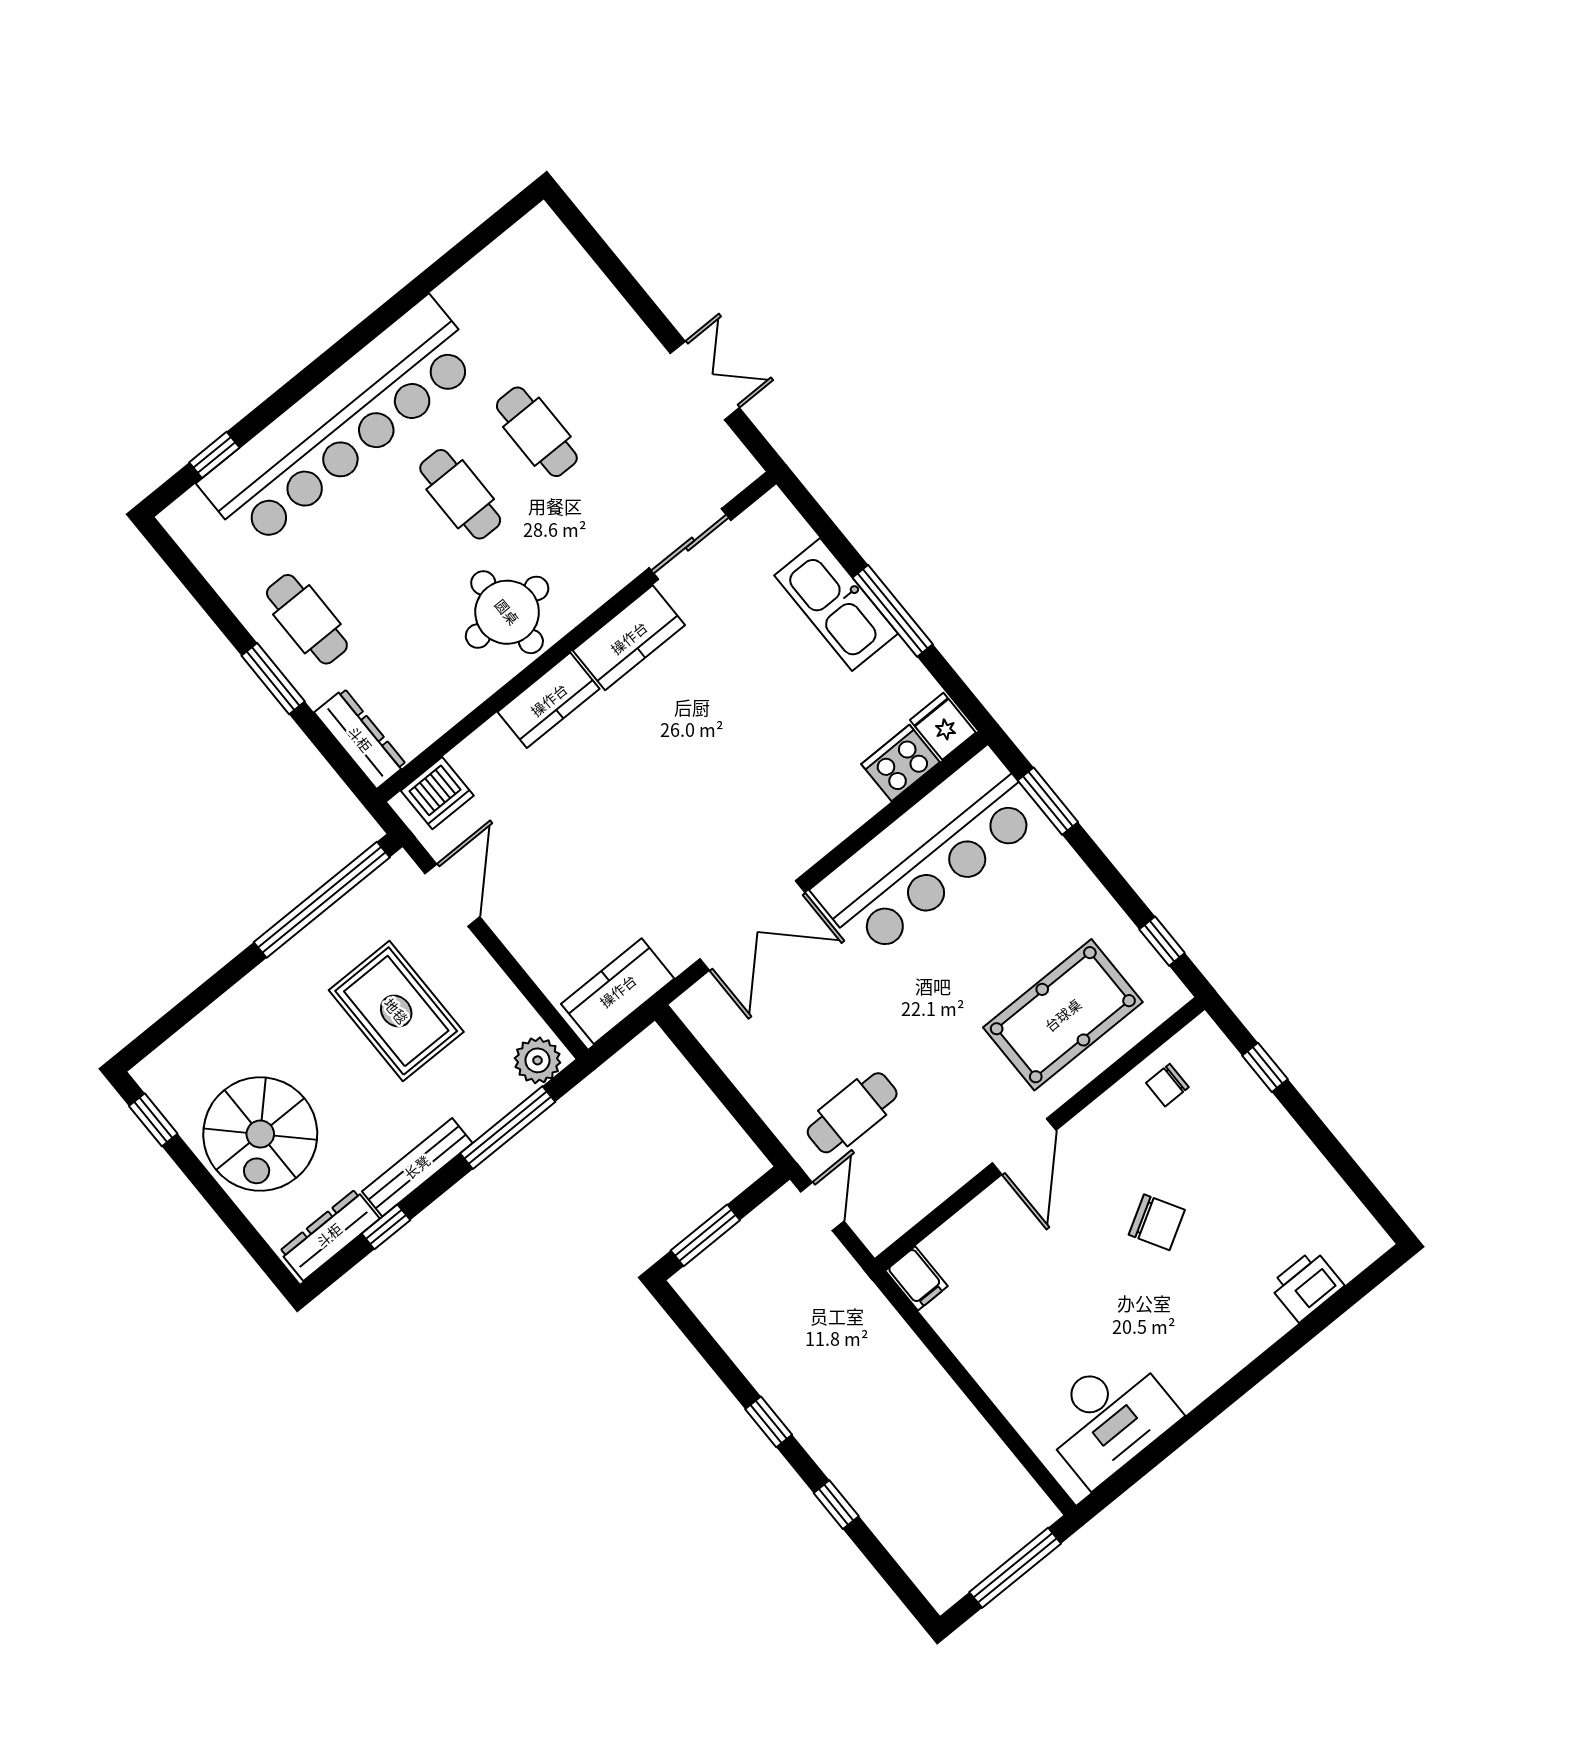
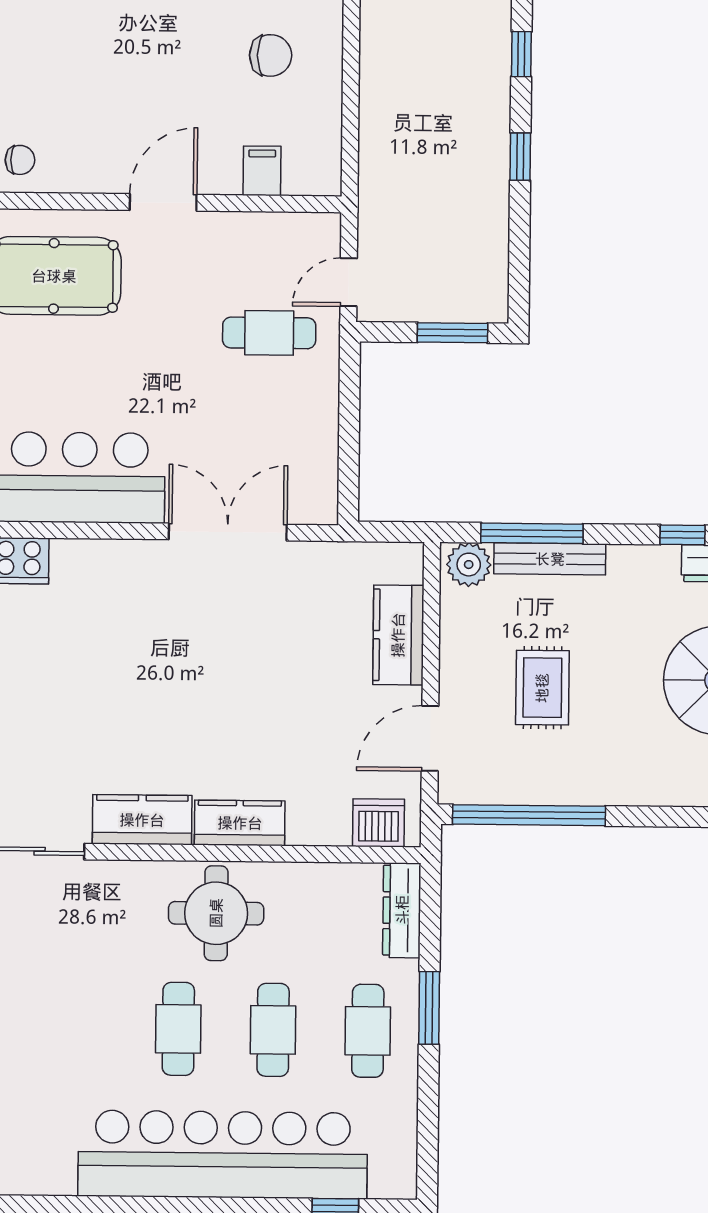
cafe table: (537, 432) -> (273, 1030), moved
kitchen counter: (618, 991) -> (398, 635), moved, turned 90
rug: (396, 1011) -> (542, 688), width x0.73, depth x0.70
bench: (417, 1167) -> (550, 559), moved
chair: (1157, 1222) -> (271, 55), moved, turned 120
filing cabinet: (917, 1278) -> (262, 171), moved

